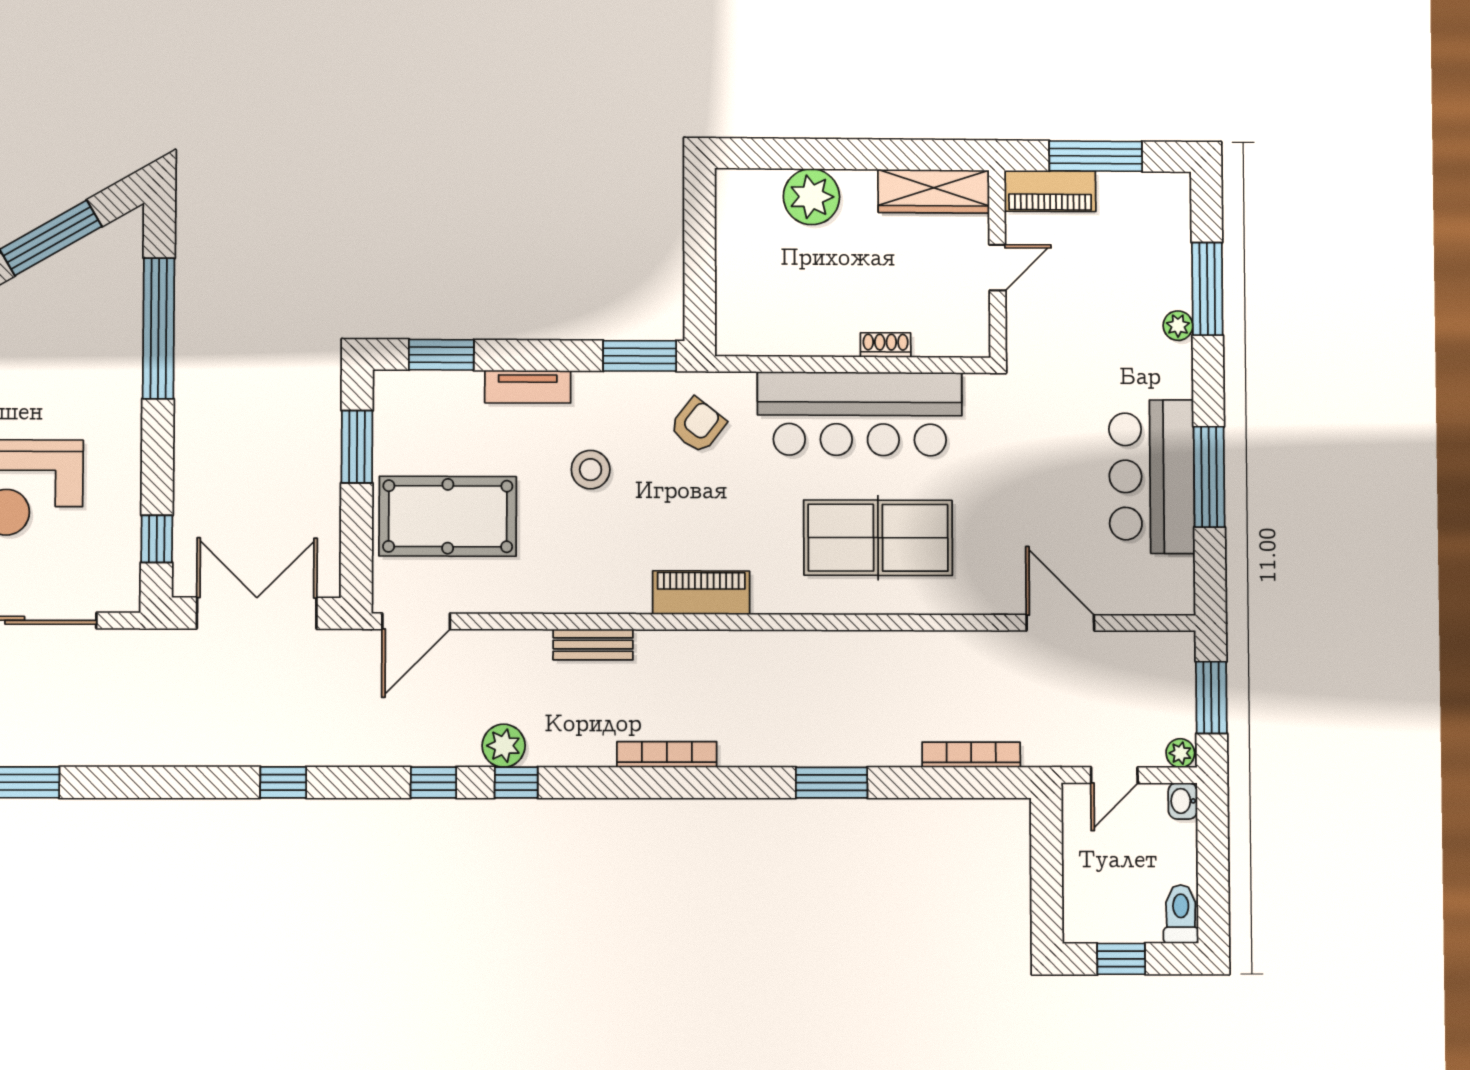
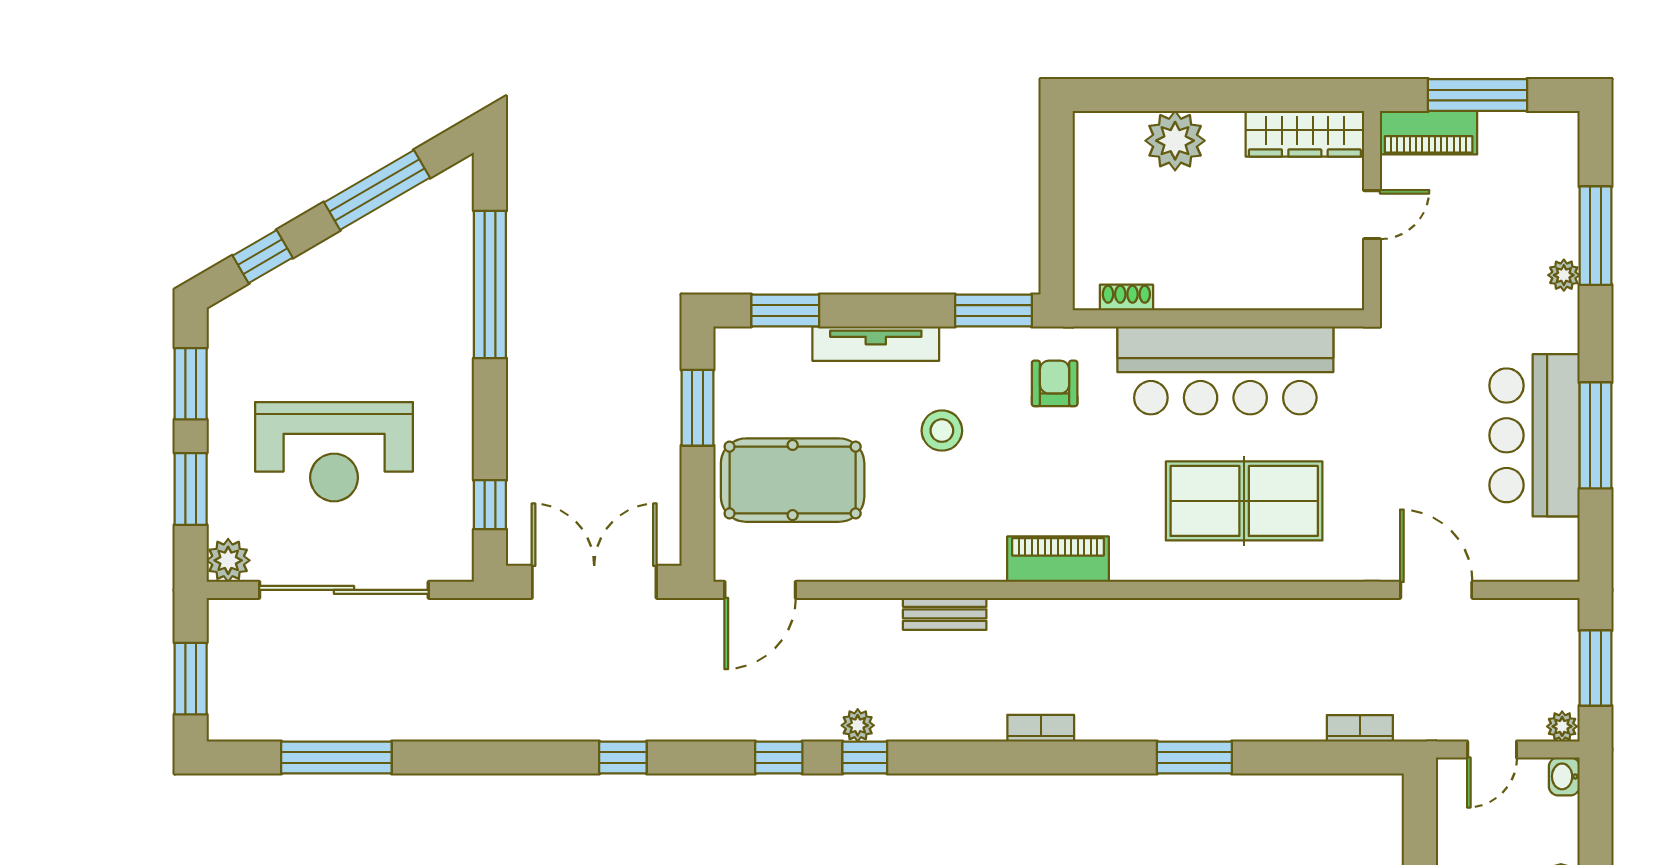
shoe rack: (886, 345) -> (1126, 298), moved
tv unit: (528, 387) -> (876, 344), width x1.41
armchair: (698, 425) -> (1055, 383), turned -38
plant: (504, 746) -> (858, 725), width x0.73, depth x0.73
bookcase: (667, 754) -> (1041, 728), width x0.64
bookcase: (971, 755) -> (1360, 728), width x0.64

